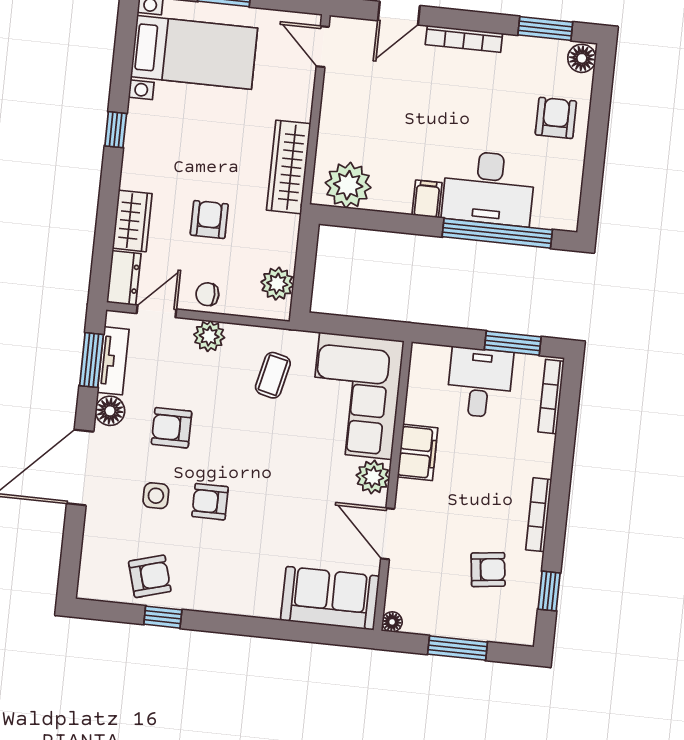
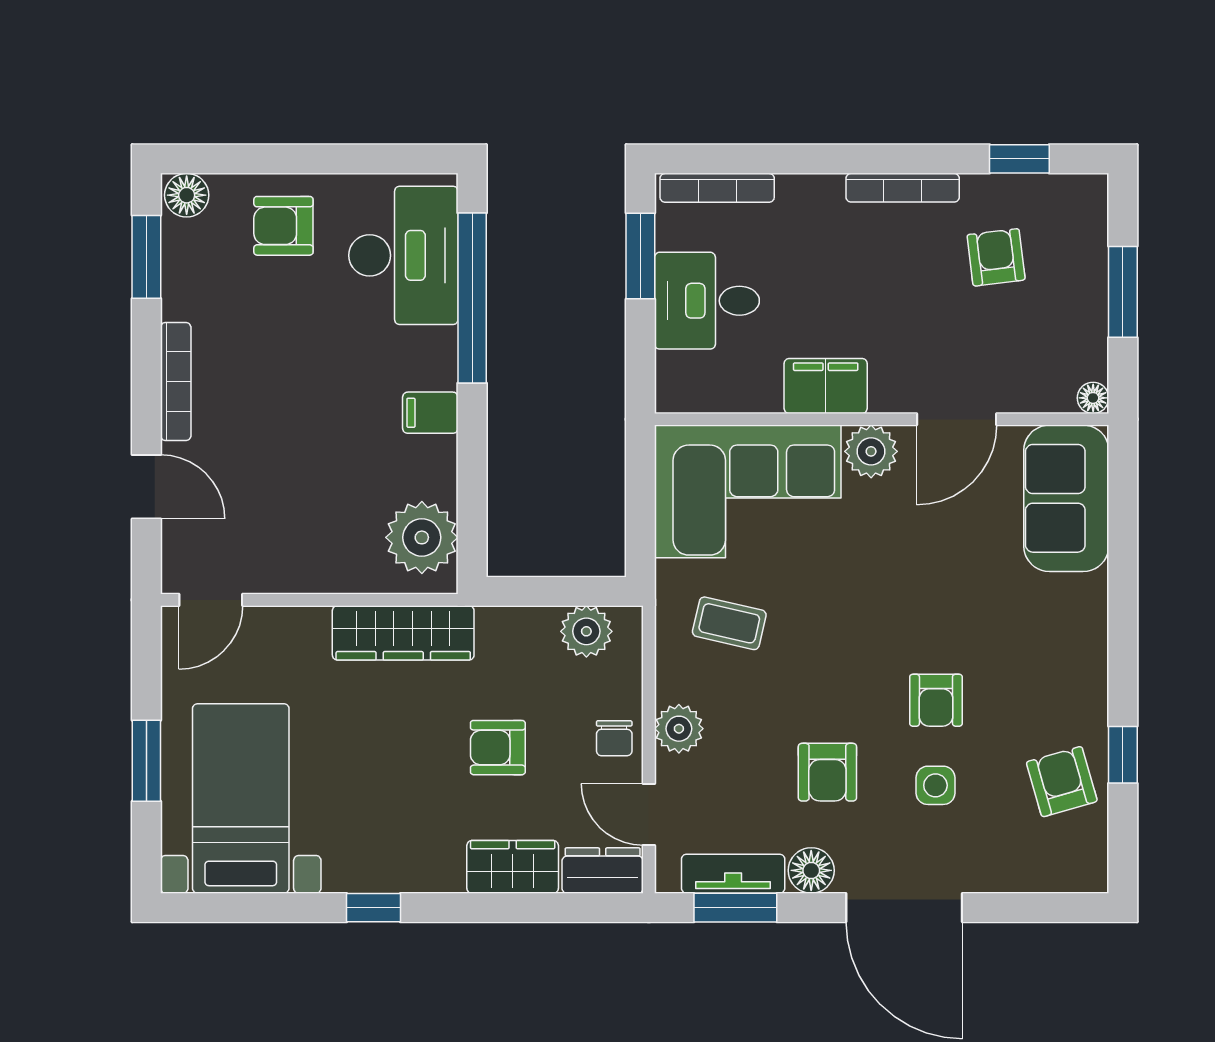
desk: (489, 188) -> (403, 255), moved

